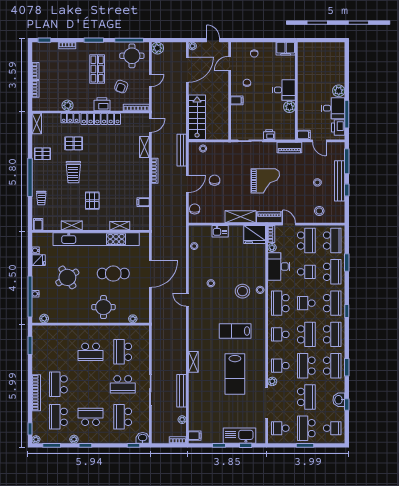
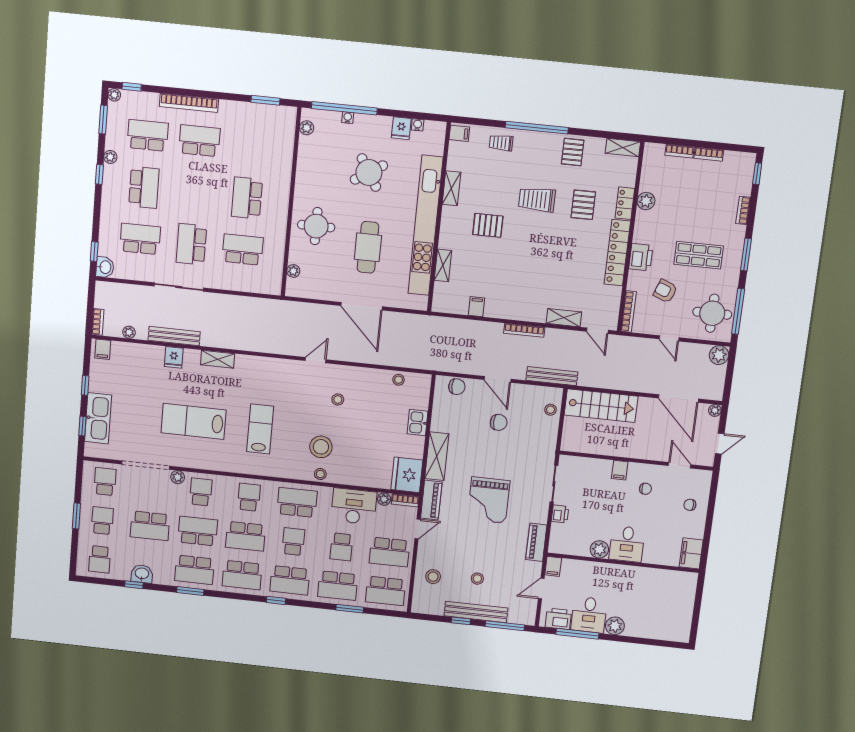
fridge: (195, 390) -> (174, 357), added
school desk: (306, 428) -> (102, 521), width x0.54

